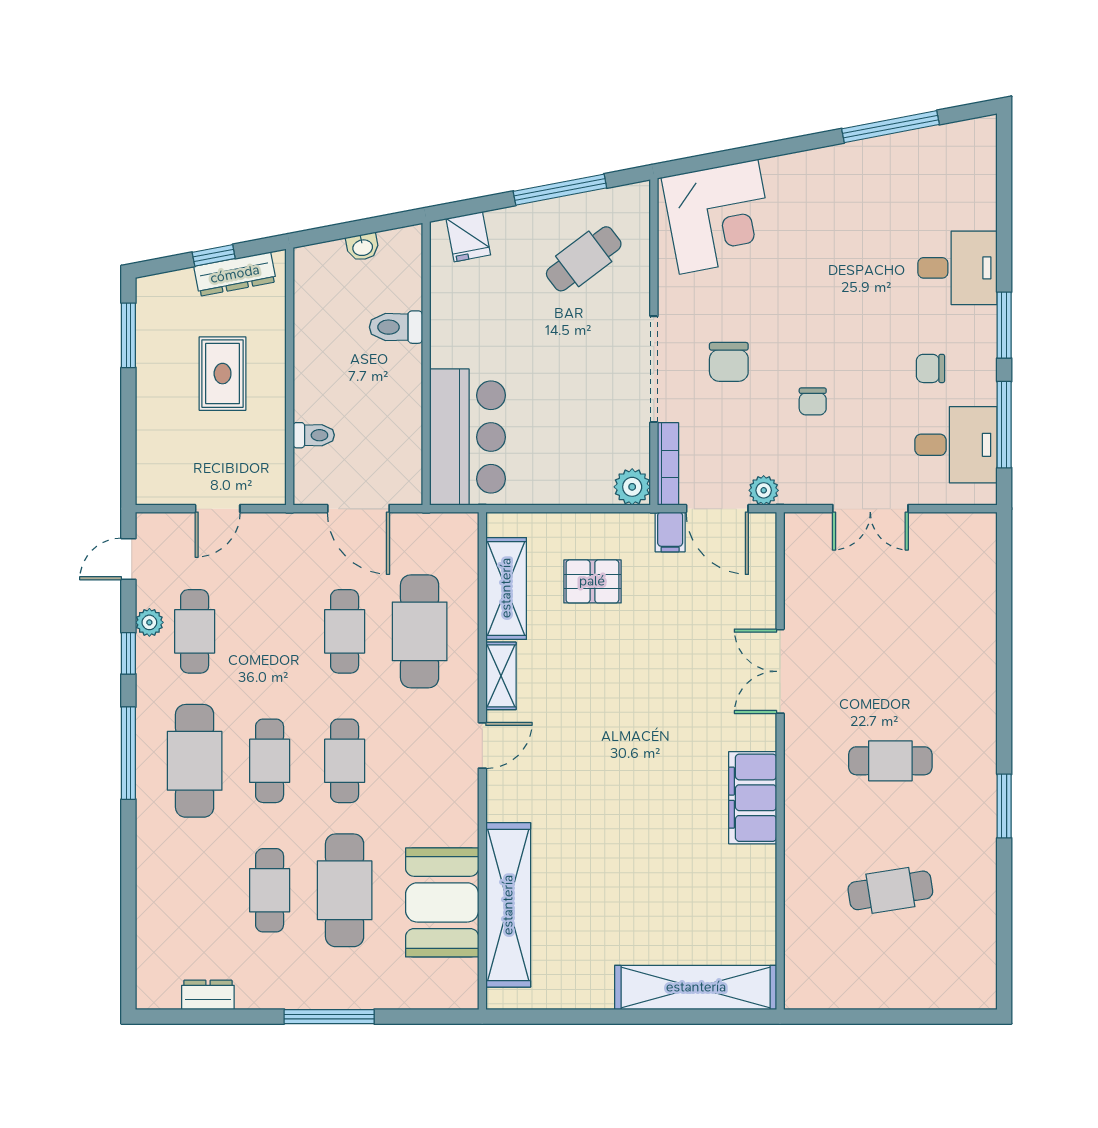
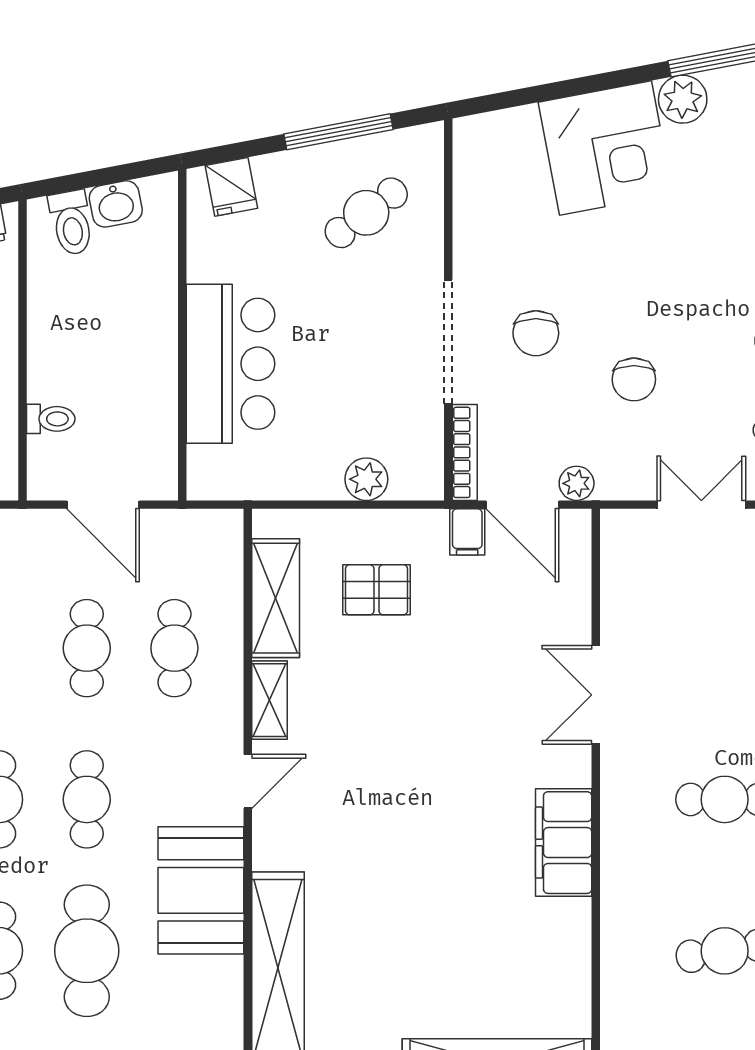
plant: (854, 162) -> (683, 99), added
corner desk: (719, 217) -> (605, 148), moved
washbasin: (363, 247) -> (116, 204), width x1.38, depth x1.45
toilet: (396, 327) -> (71, 223), moved, turned -101
chair: (813, 401) -> (634, 379), width x1.37, depth x1.37
bar counter: (468, 437) -> (230, 364), moved
plant: (632, 487) -> (366, 479), moved
double door: (870, 509) -> (701, 505), swing flipped
cafe table: (420, 631) -> (174, 648), width x0.73, depth x0.74
booth: (442, 902) -> (201, 890), moved

